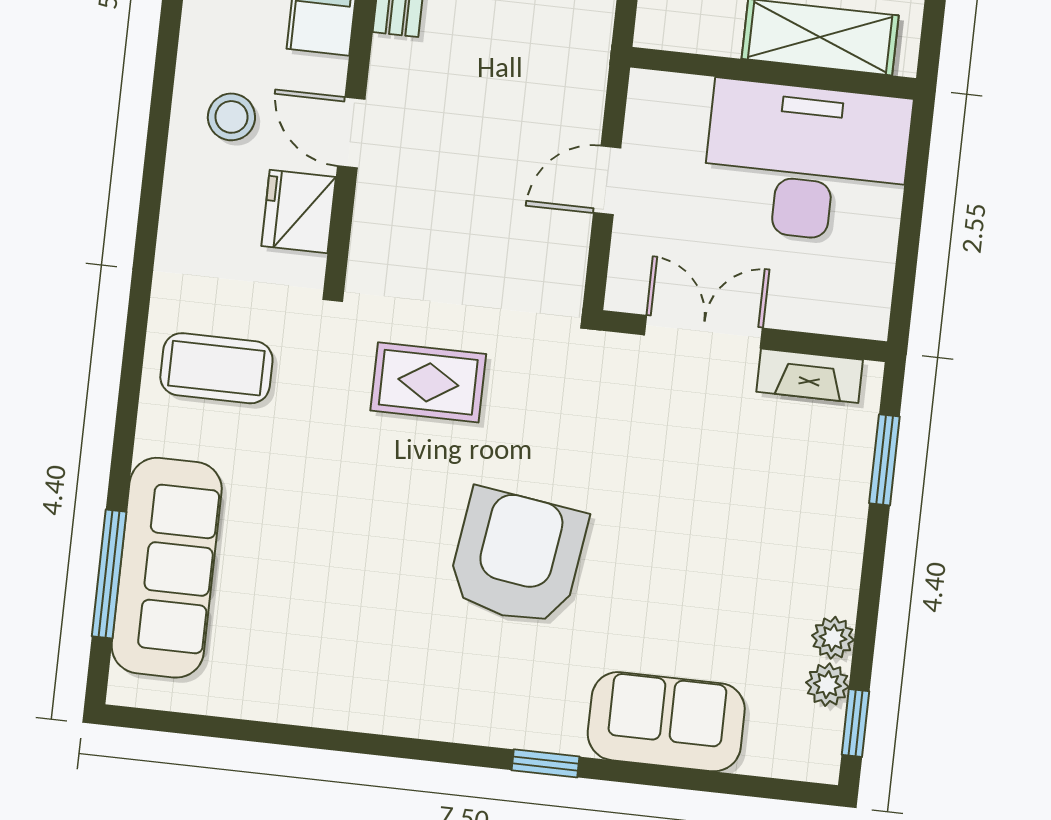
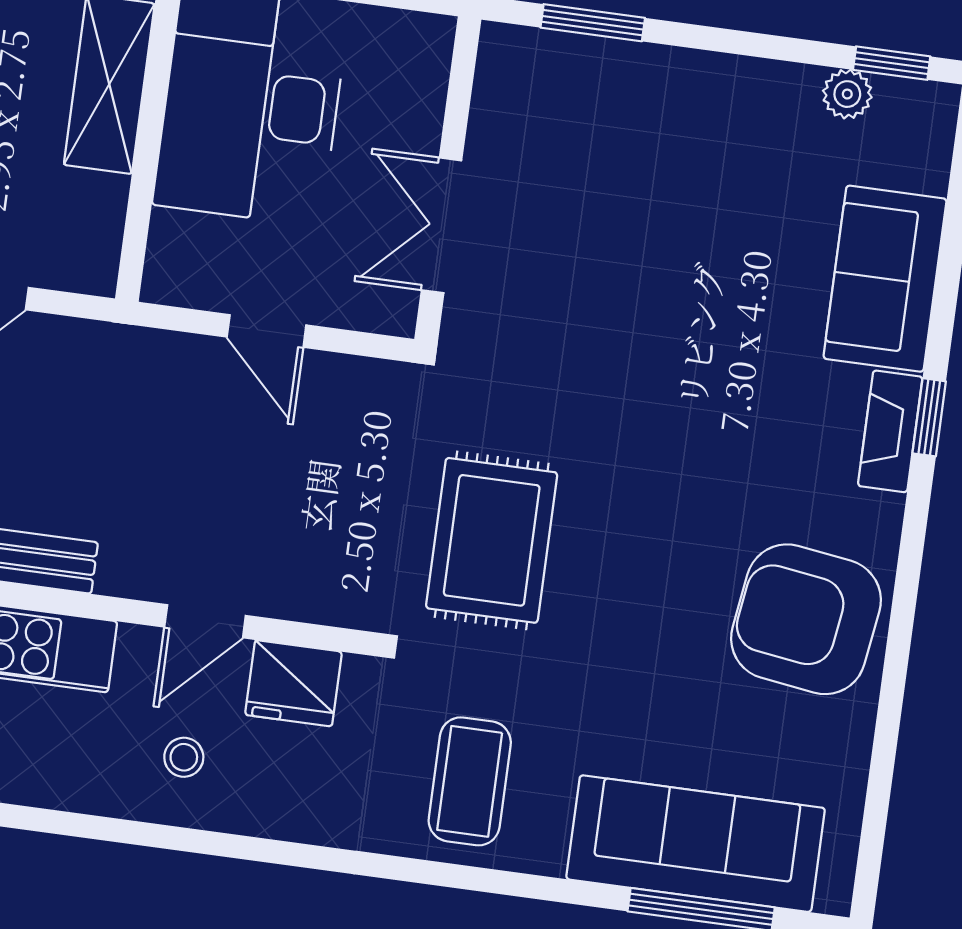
stool: (231, 117) -> (184, 757), width x0.73, depth x0.73
fireplace: (810, 376) -> (890, 431), moved, turned 180
rug: (428, 382) -> (492, 540), width x1.36, depth x1.43
armchair: (517, 557) -> (806, 619), moved
plant: (833, 638) -> (794, 86), removed

